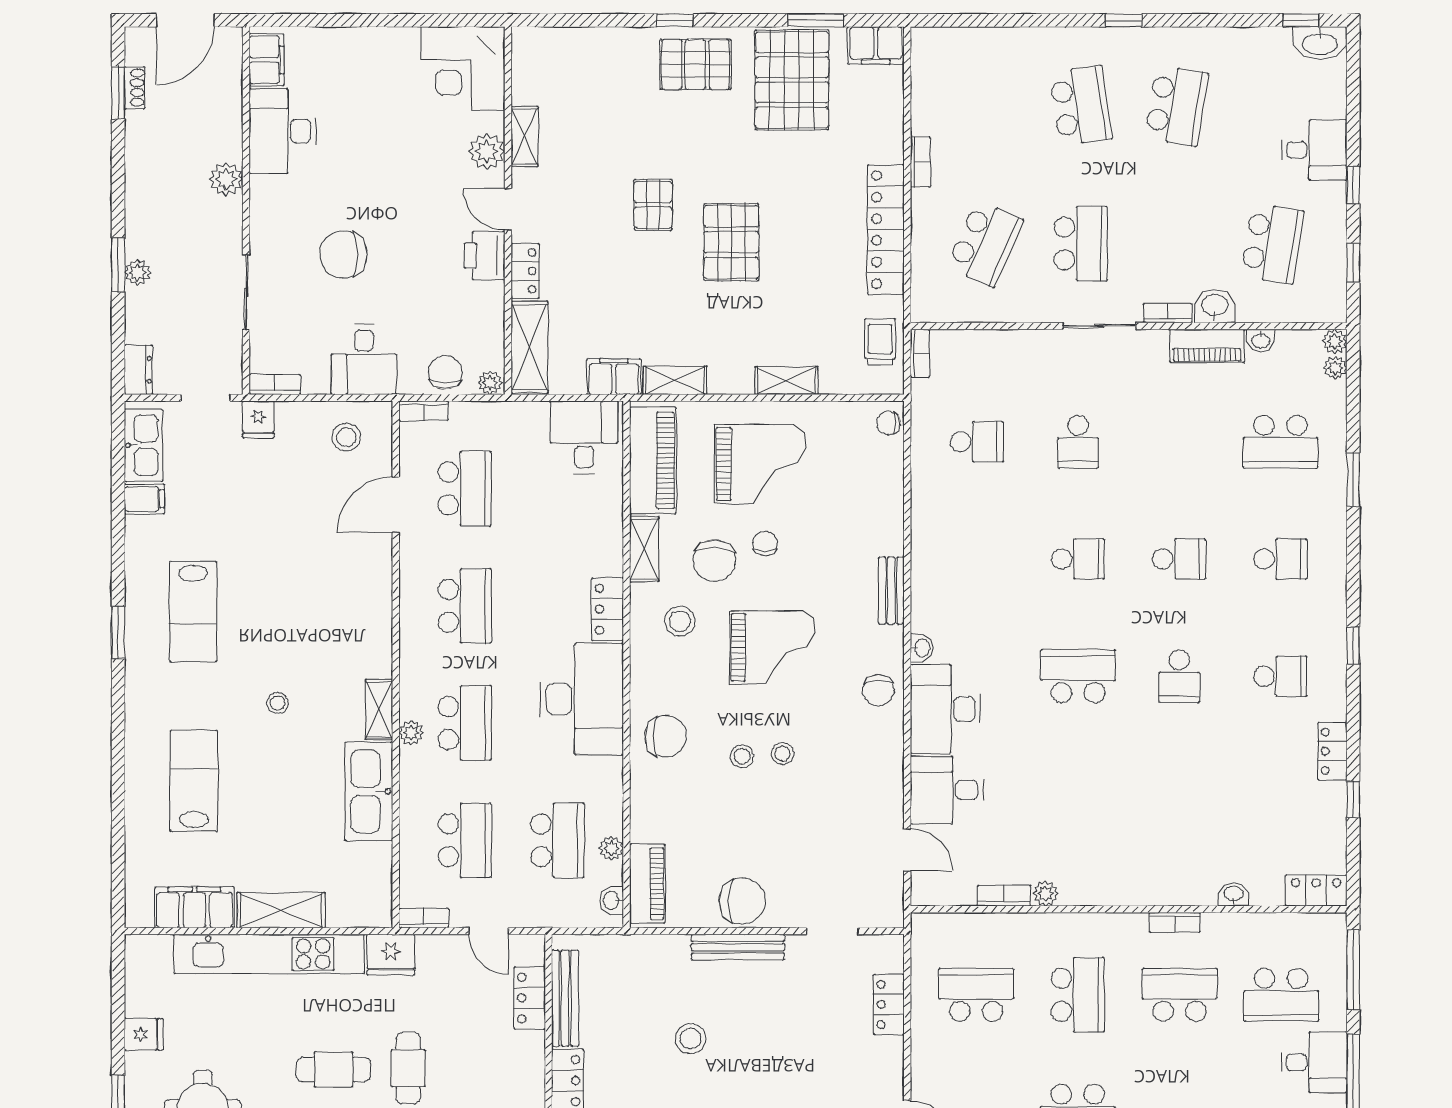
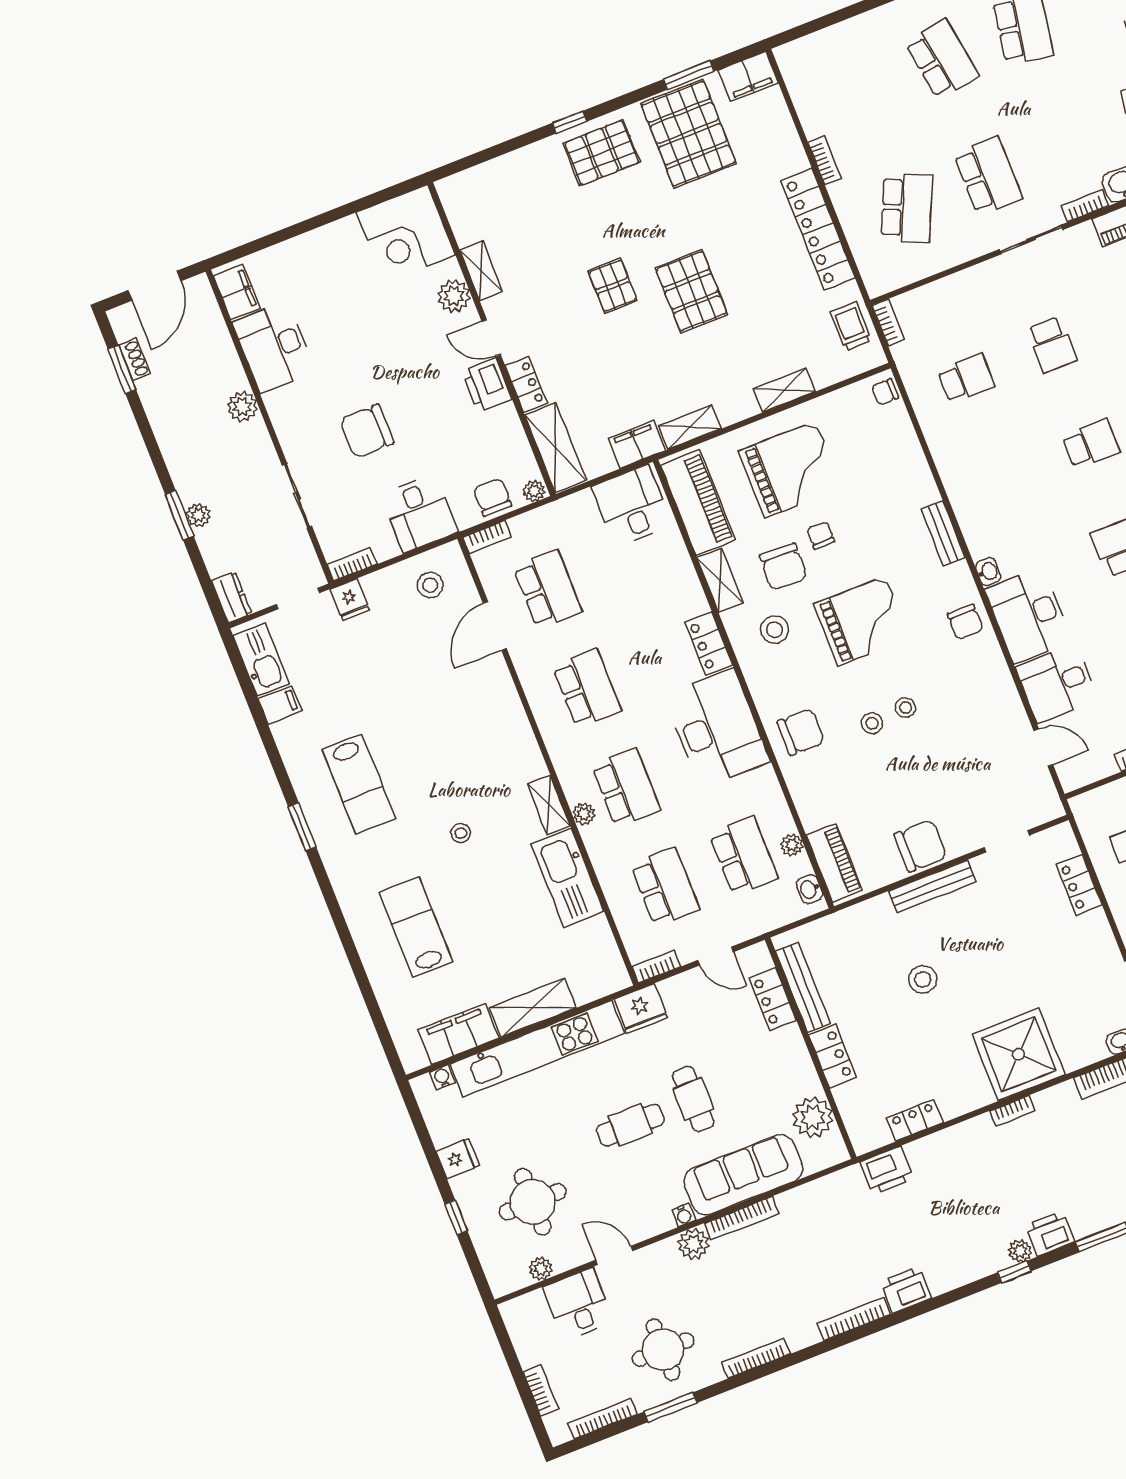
water cooler: (160, 945) -> (442, 1077), added

